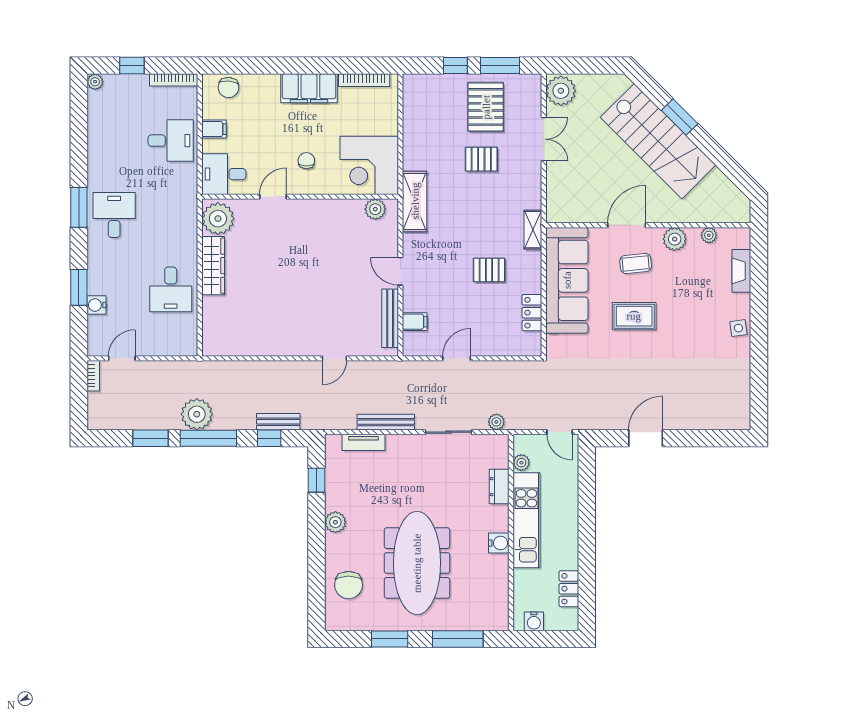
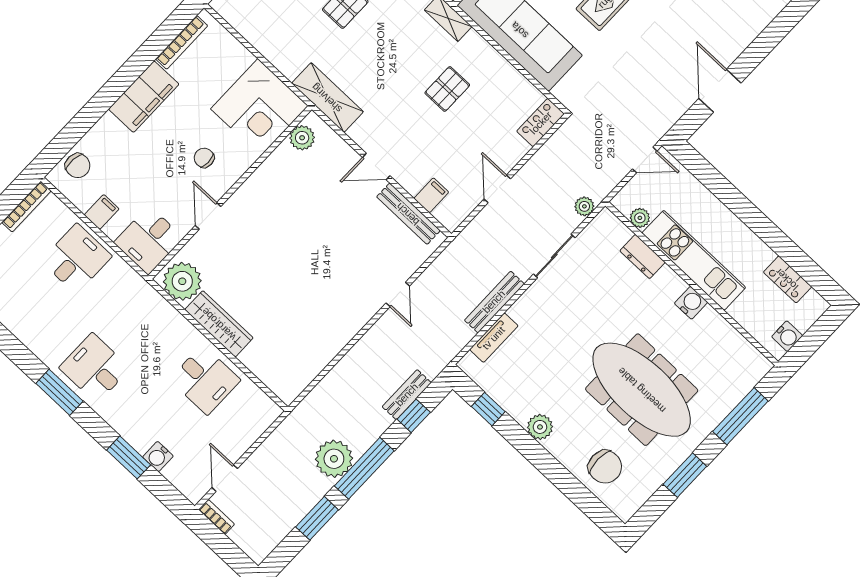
locker: (532, 313) -> (541, 123), moved, turned 90

